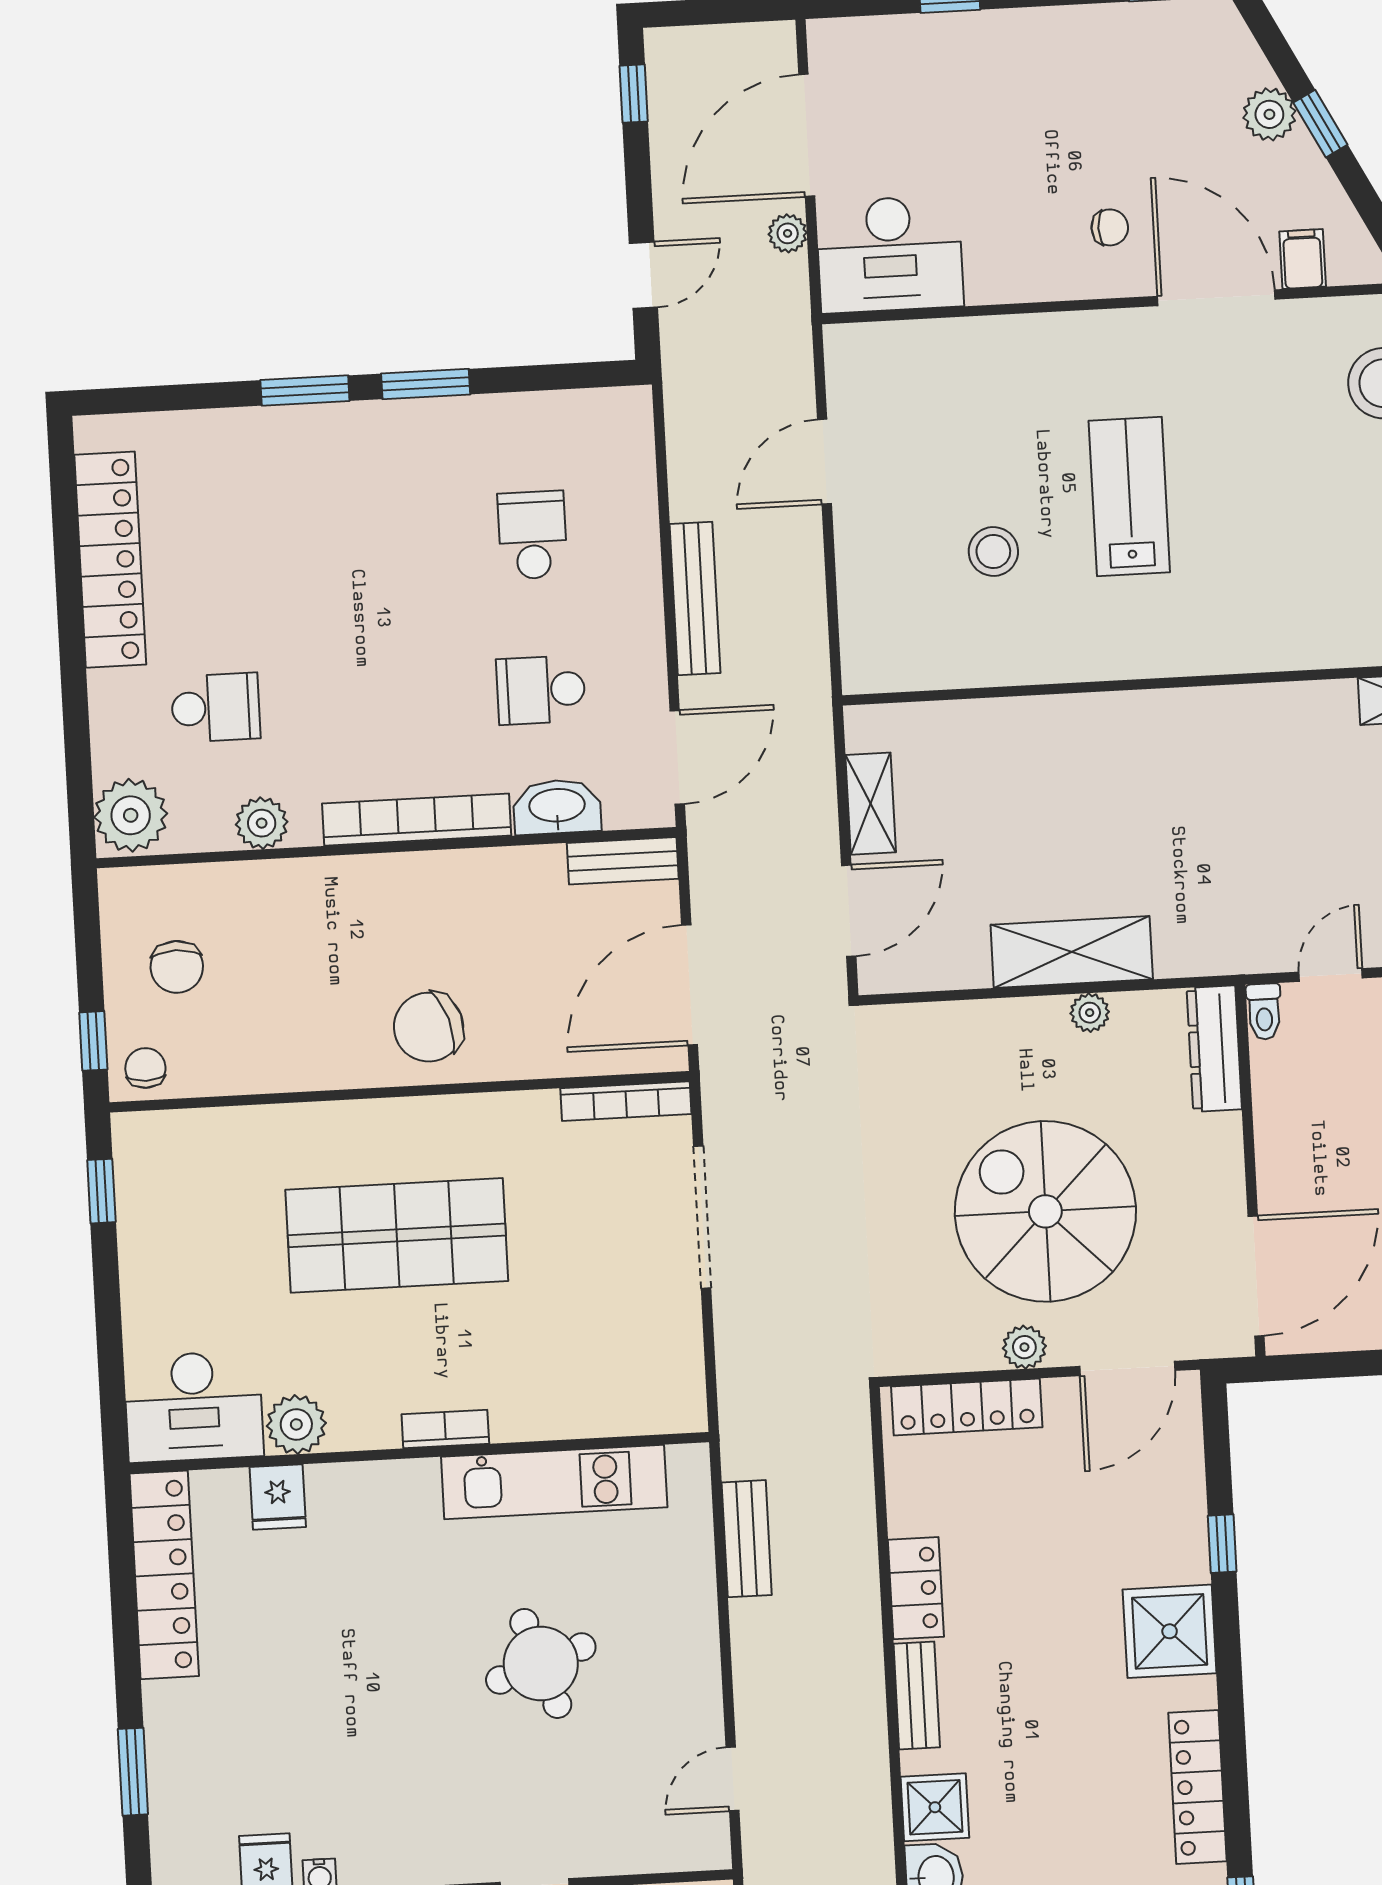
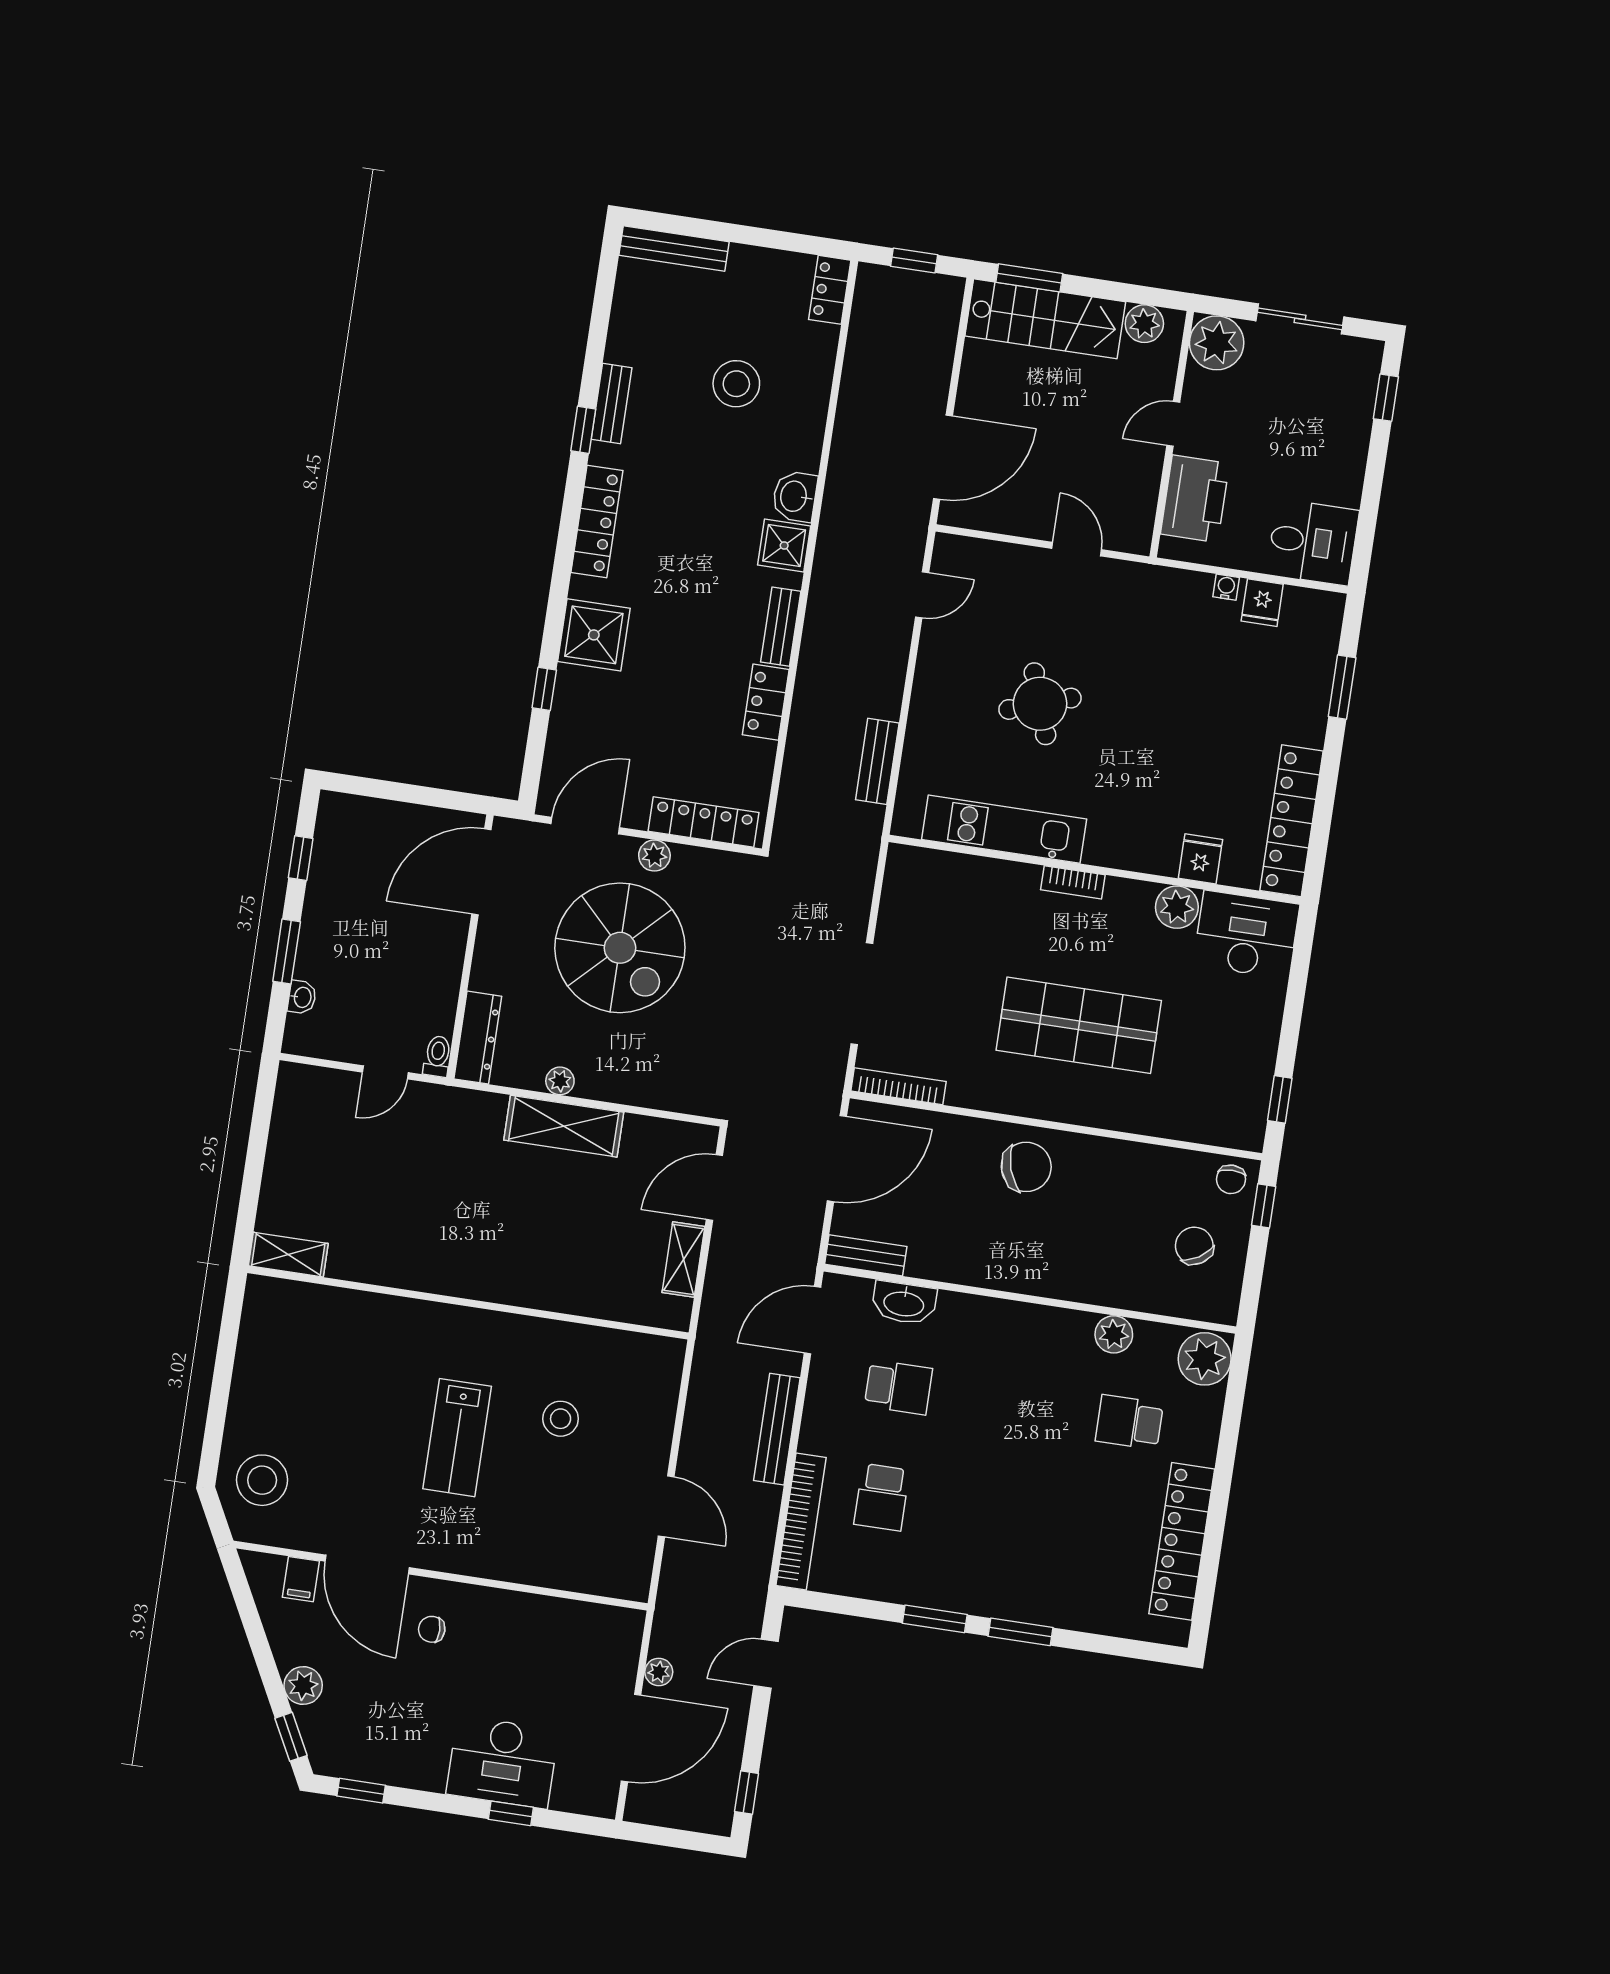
window: (1320, 124) -> (291, 1737), moved
desk: (890, 254) -> (502, 1762), moved, turned 180
door: (824, 462) -> (666, 1506), hinge flipped
bookcase: (417, 820) -> (801, 1522), moved, turned -90
chair: (177, 967) -> (1194, 1246), turned -32

